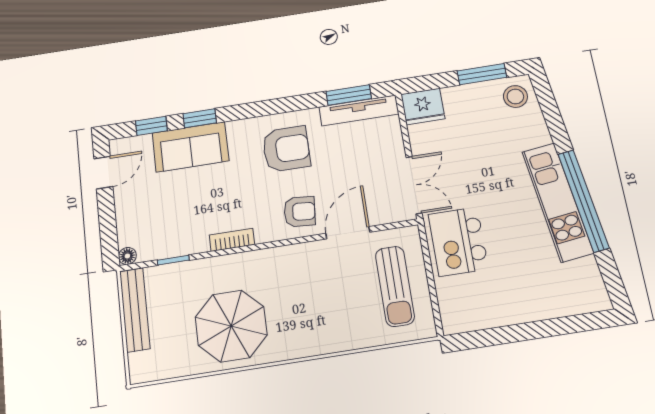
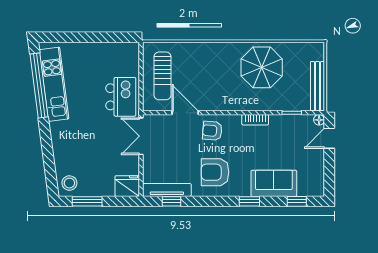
window: (349, 95) -> (172, 201), width x0.67
window: (200, 118) -> (249, 201), moved
door: (103, 173) -> (329, 138), moved
window: (583, 201) -> (39, 85), moved
kitchen unit: (558, 202) -> (54, 84), moved
door: (348, 233) -> (185, 113), swing flipped
sun lounger: (395, 286) -> (162, 76), turned 180

